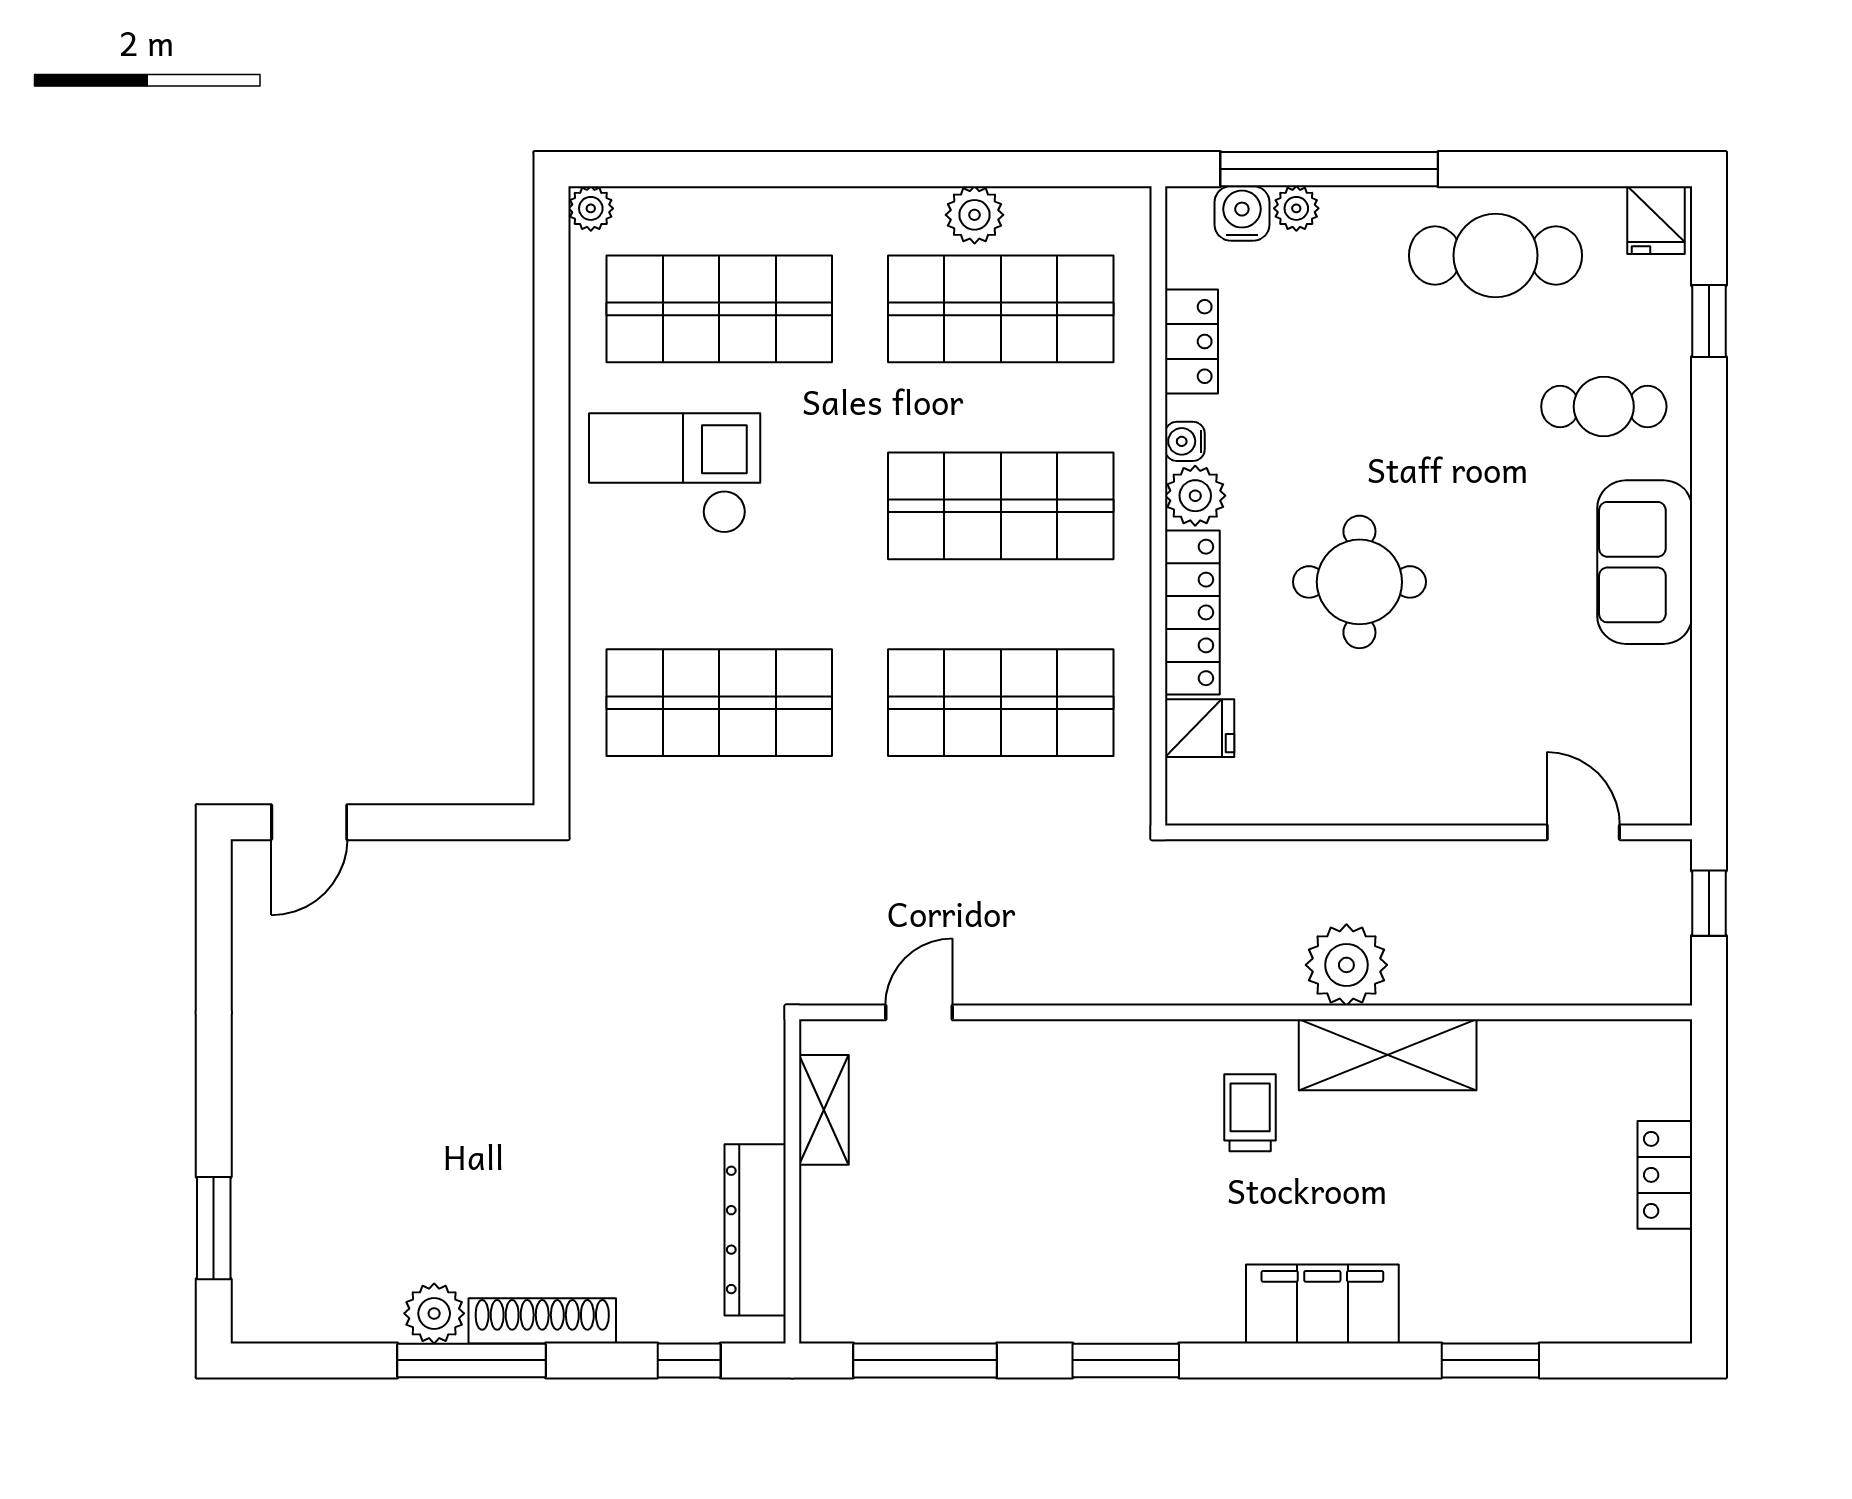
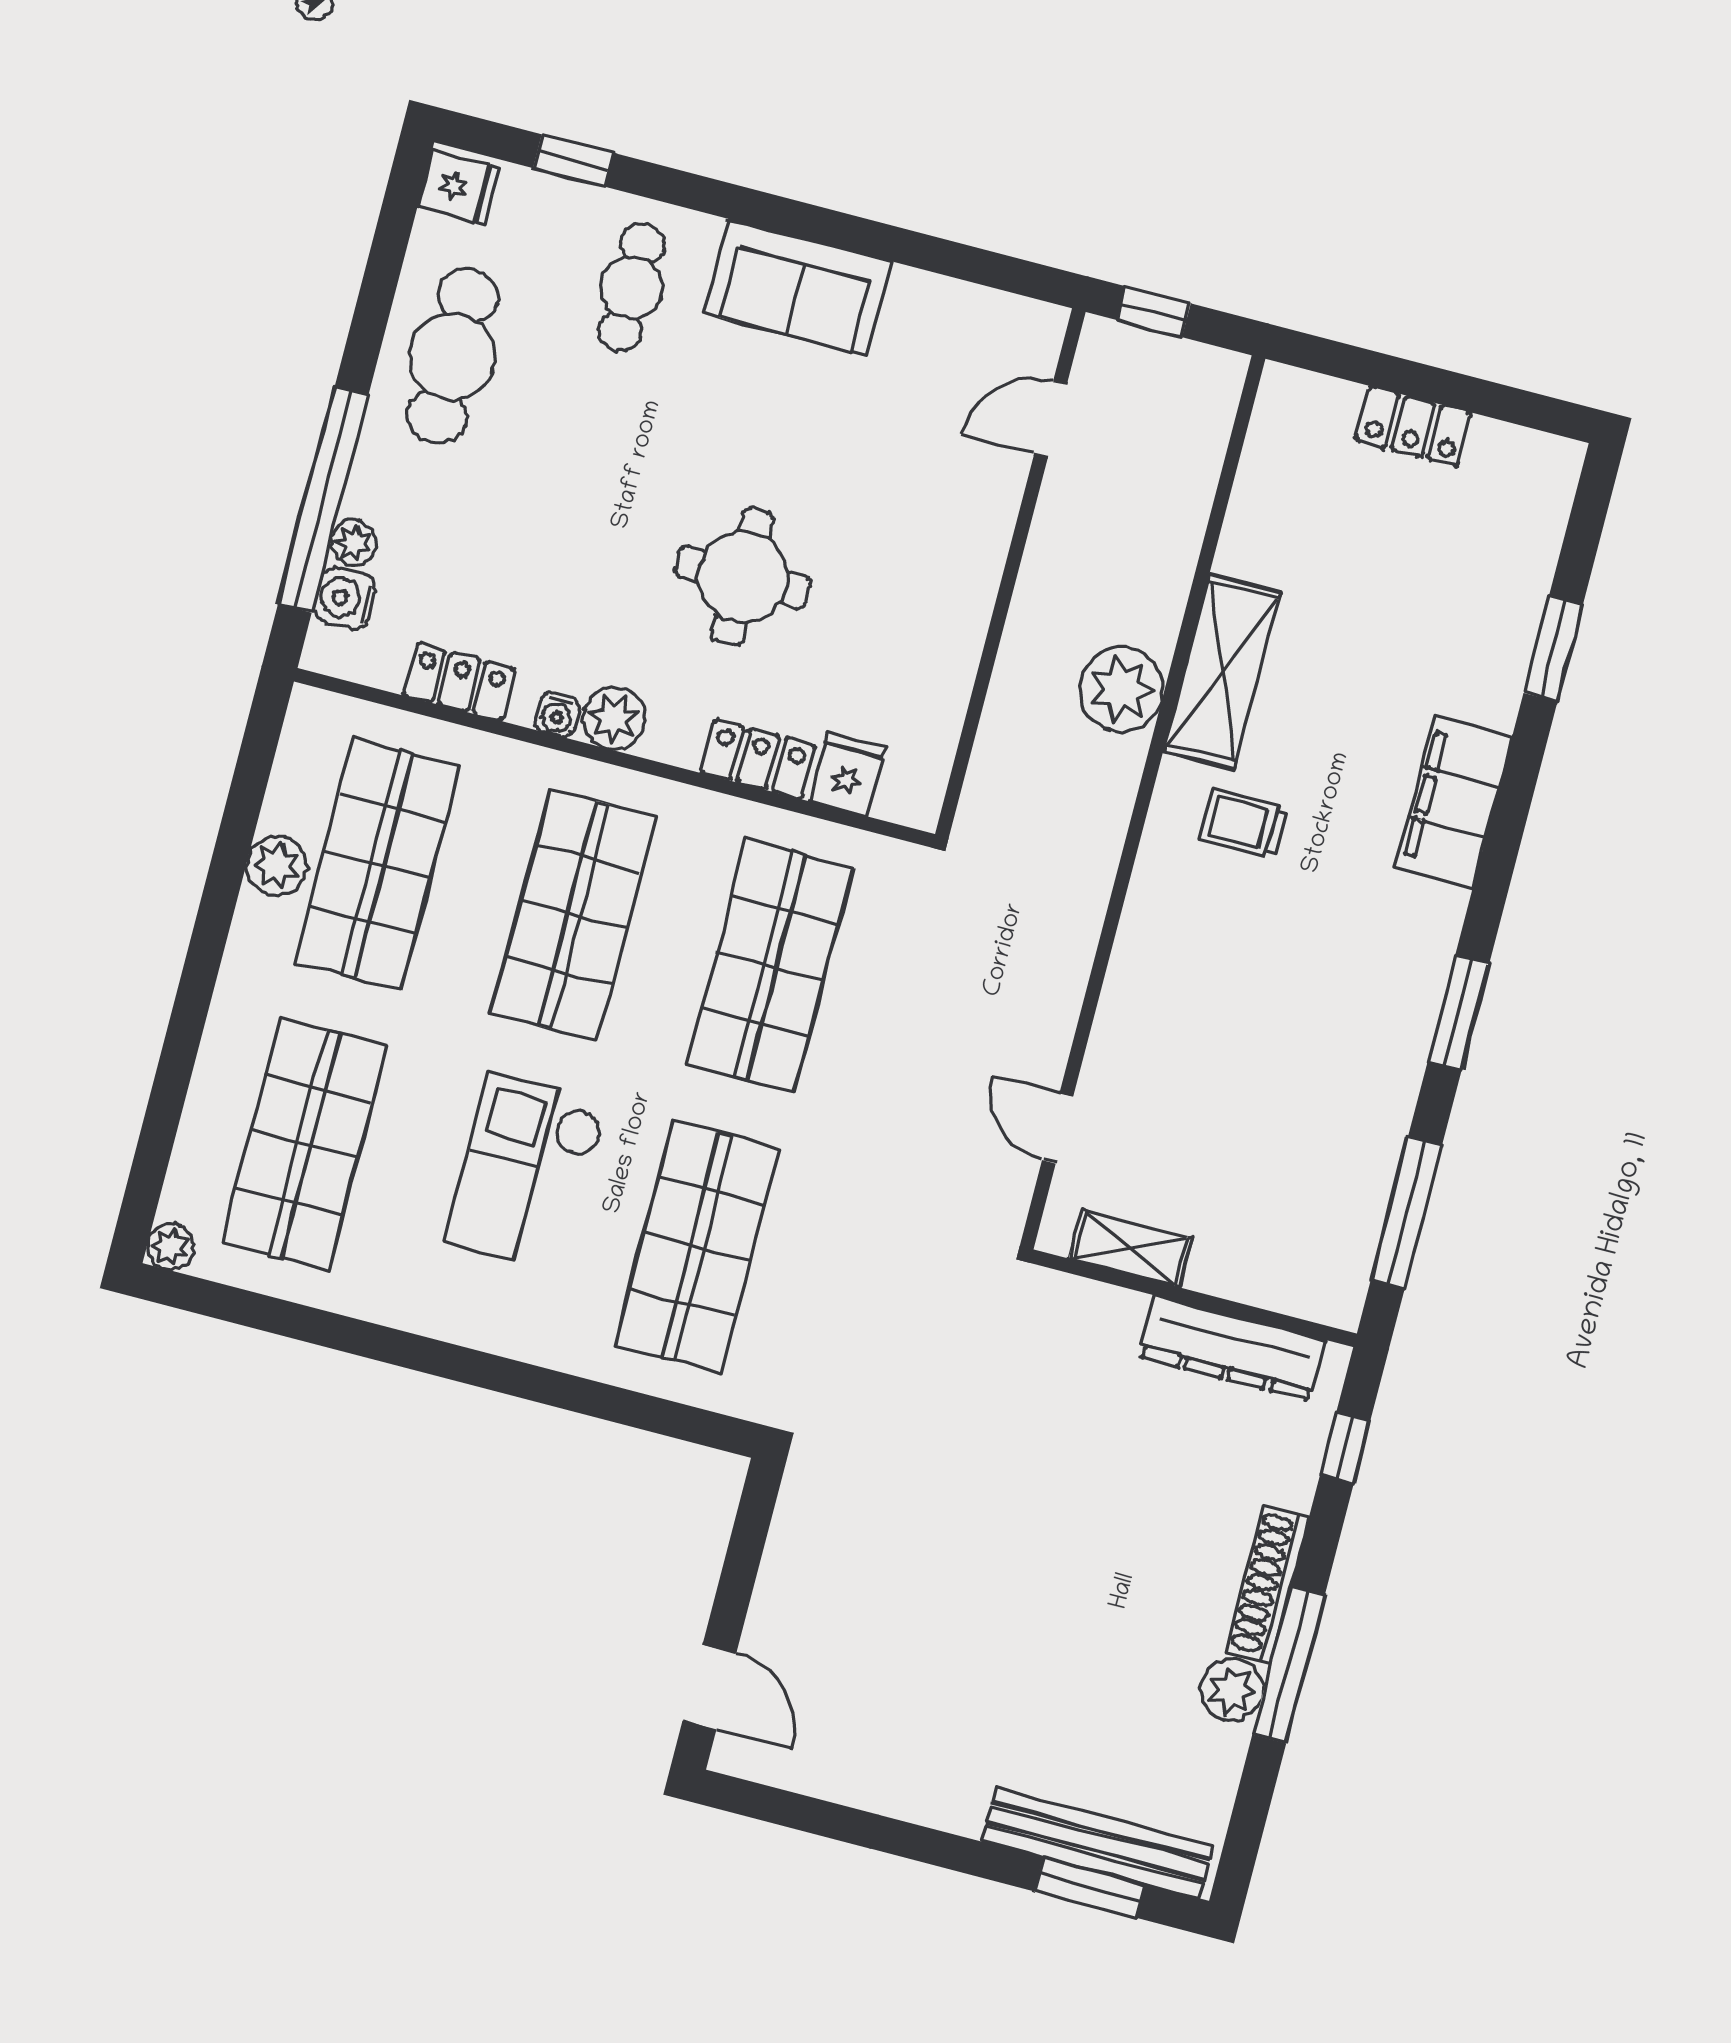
checkout: (675, 473) -> (527, 1172), moved
locker: (1192, 612) -> (758, 759), width x0.66
bench: (258, 1225) -> (1098, 1843), added

